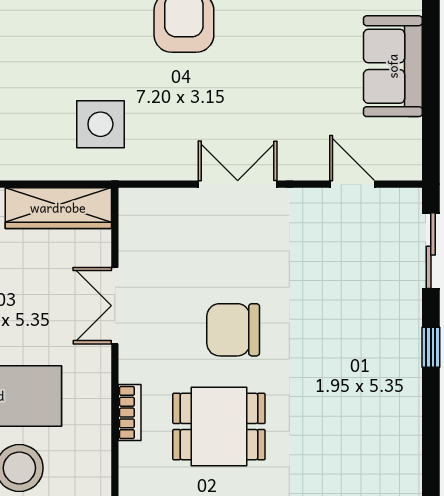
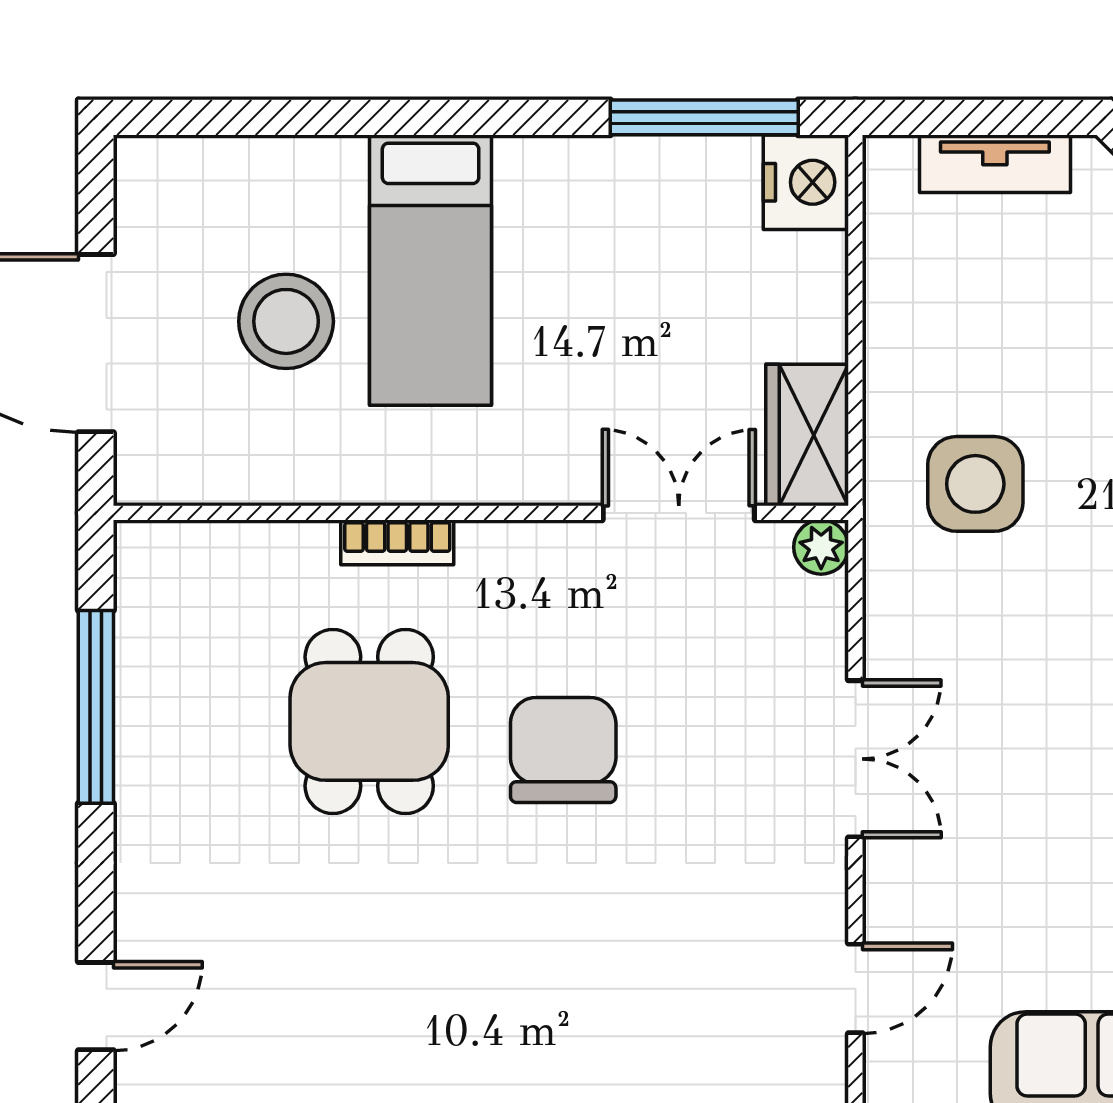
plant: (132, 201) -> (821, 547), added
wardrobe: (58, 208) -> (807, 435), width x0.67
double door: (115, 306) -> (679, 513), moved

